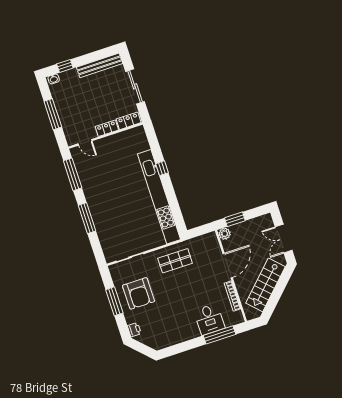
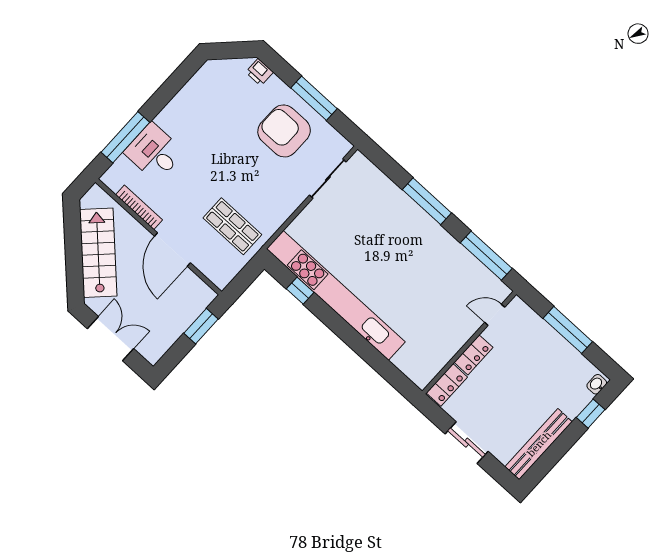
sliding door: (135, 86) -> (467, 443), width x0.73
window: (162, 168) -> (300, 291), moved
plant: (225, 234) -> (204, 295), removed
shop shelf: (175, 261) -> (232, 226), moved, turned 90

